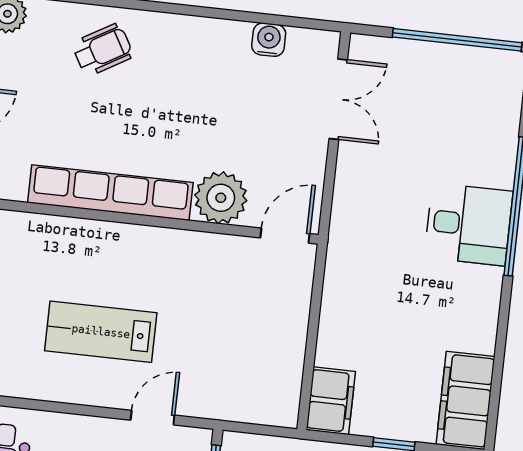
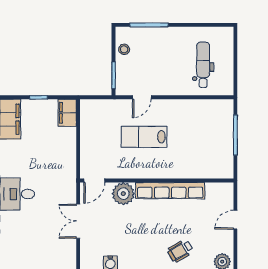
double door: (338, 99) -> (78, 221), moved
lab bench: (101, 332) -> (144, 137), moved, turned 180

